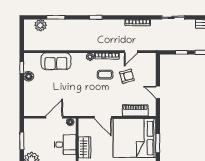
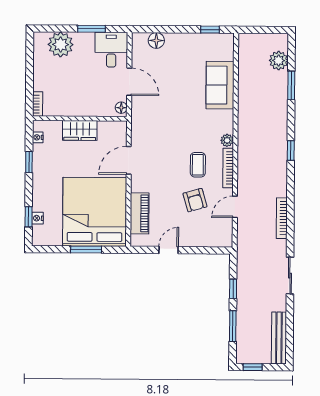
door: (131, 52) -> (235, 207), hinge flipped
floor lamp: (29, 76) -> (156, 40), moved
desk: (65, 145) -> (111, 50), moved, turned 180

